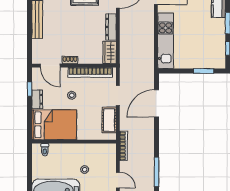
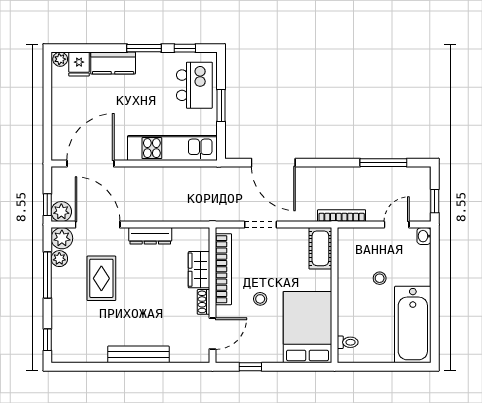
wardrobe: (110, 52) -> (199, 270), moved, turned 90
kitchen island: (205, 54) -> (194, 85), added
window: (204, 71) -> (221, 106), moved
dresser: (37, 99) -> (267, 354), removed
cot: (109, 120) -> (320, 248), moved, turned 90

